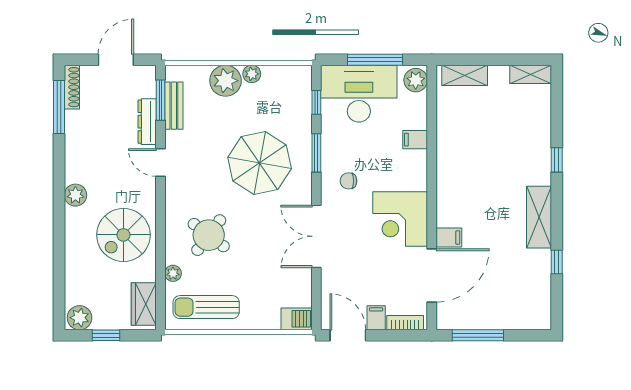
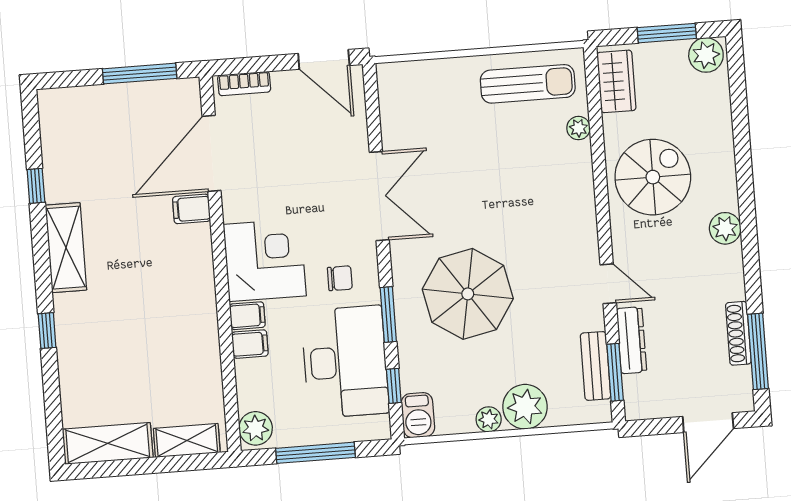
door: (116, 60) -> (708, 423), moved
shelving: (531, 74) -> (108, 443), width x1.50, depth x1.33
shoe rack: (72, 87) -> (738, 333), moved
desk: (359, 94) -> (345, 362), moved, turned -90
corner desk: (400, 219) -> (265, 260), moved
round table: (209, 235) -> (532, 186), removed
filing cabinet: (376, 318) -> (247, 316), moved, turned -90
barbecue: (297, 319) -> (418, 415), moved, turned -90
window: (106, 335) -> (667, 33), width x1.50

